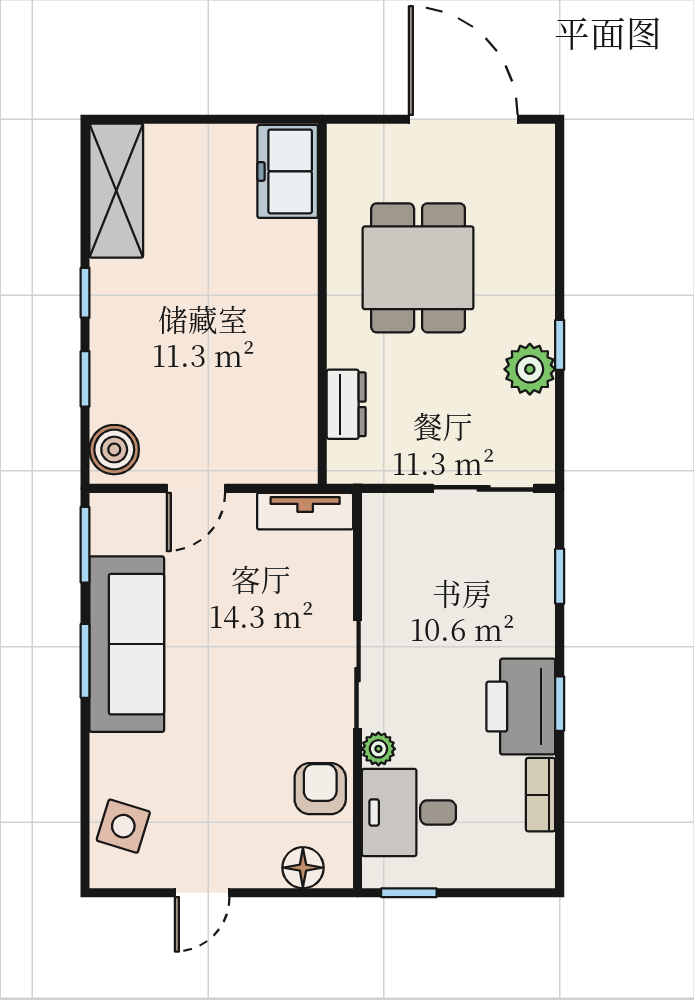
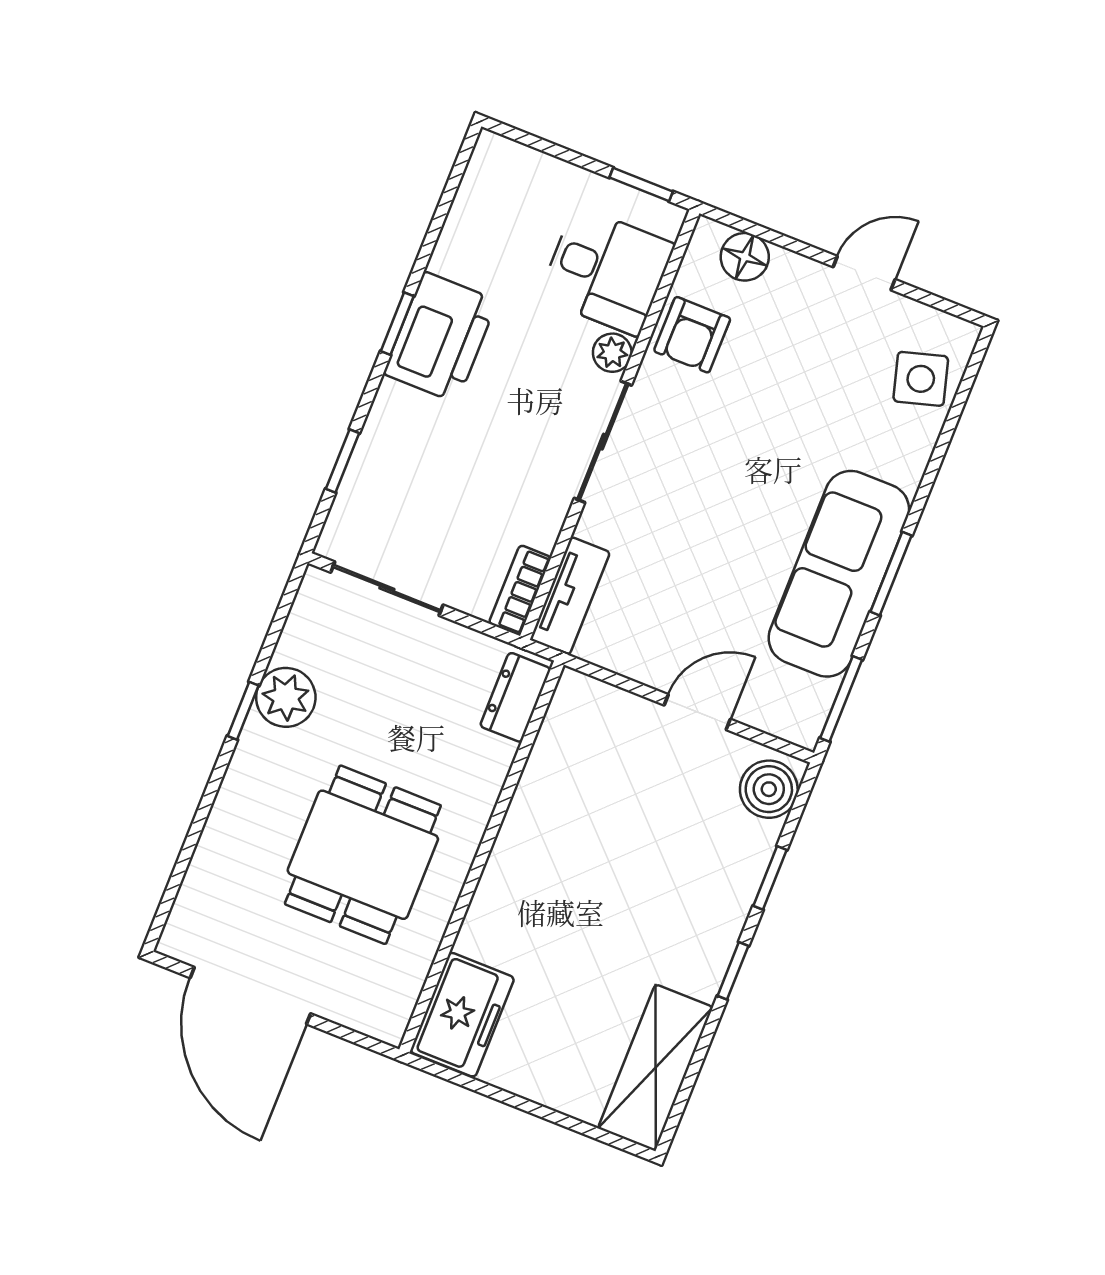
dresser: (346, 404) -> (515, 697), moved
tv unit: (305, 511) -> (570, 596), moved, turned 90
bookcase: (541, 795) -> (520, 590), moved, turned 180
side table: (123, 826) -> (921, 379), turned -33

